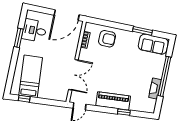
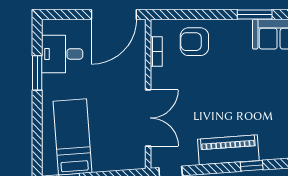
armchair: (107, 39) -> (194, 42), turned 180

